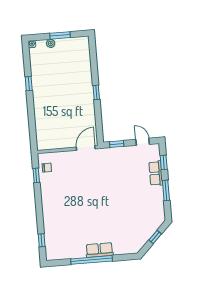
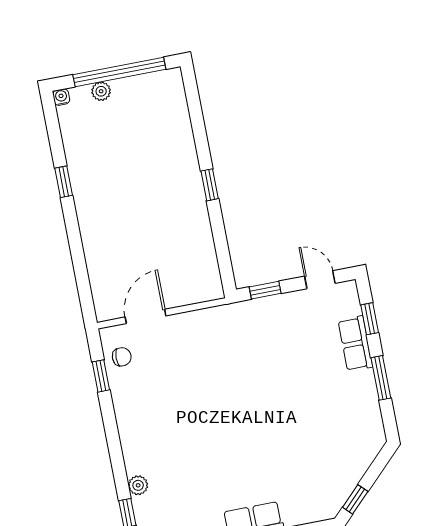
window: (60, 35) -> (119, 72), width x2.11
door: (86, 148) -> (146, 316), moved
plant: (48, 228) -> (138, 485), added
window: (155, 237) -> (355, 499), moved

